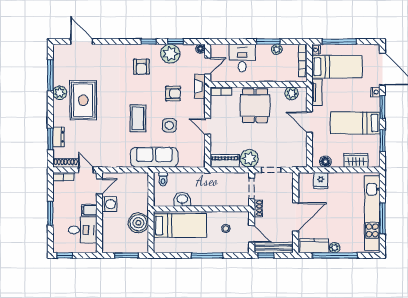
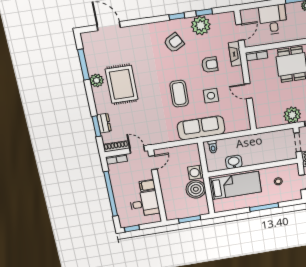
floor lamp: (200, 49) -> (230, 16), removed
armchair: (141, 67) -> (174, 43), turned -119
piano: (225, 161) -> (269, 121), removed
washing machine: (109, 204) -> (196, 172), moved, turned 180
window: (50, 213) -> (111, 194), width x2.11

